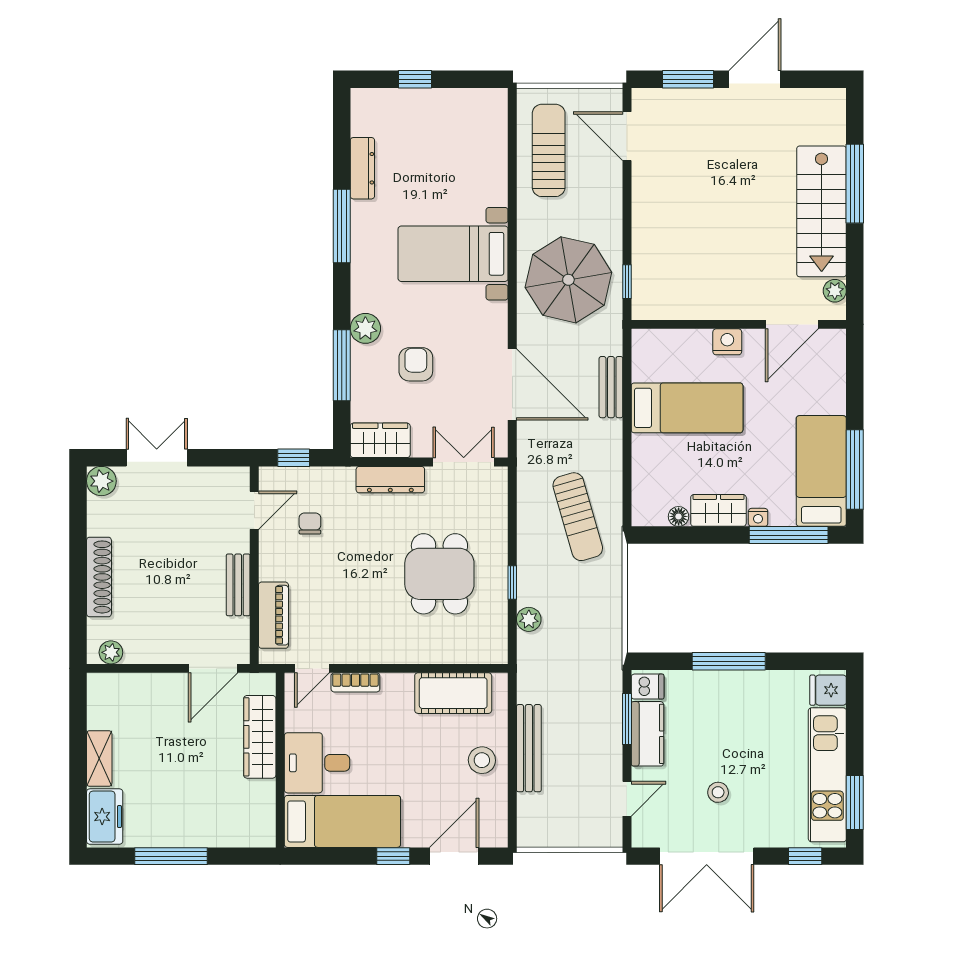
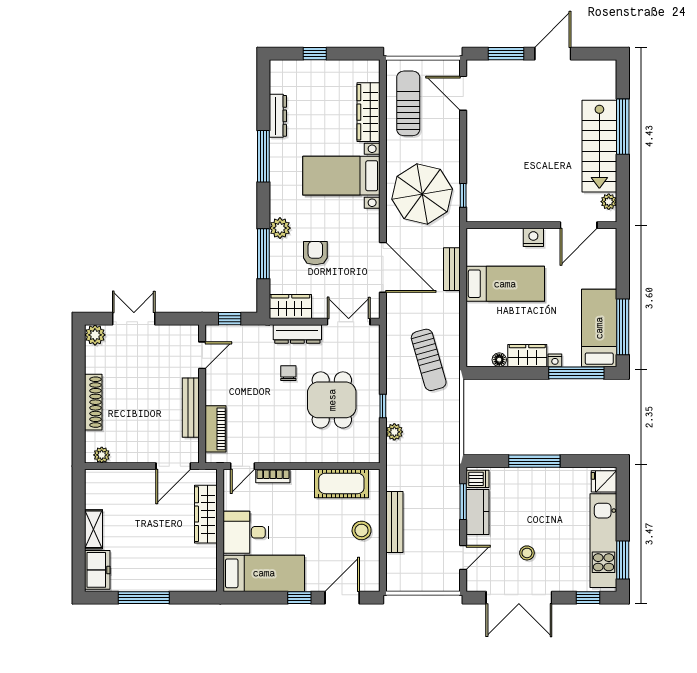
wardrobe: (492, 163) -> (368, 112), added
chair: (310, 523) -> (288, 373), moved
bench: (238, 585) -> (191, 408), width x1.36

